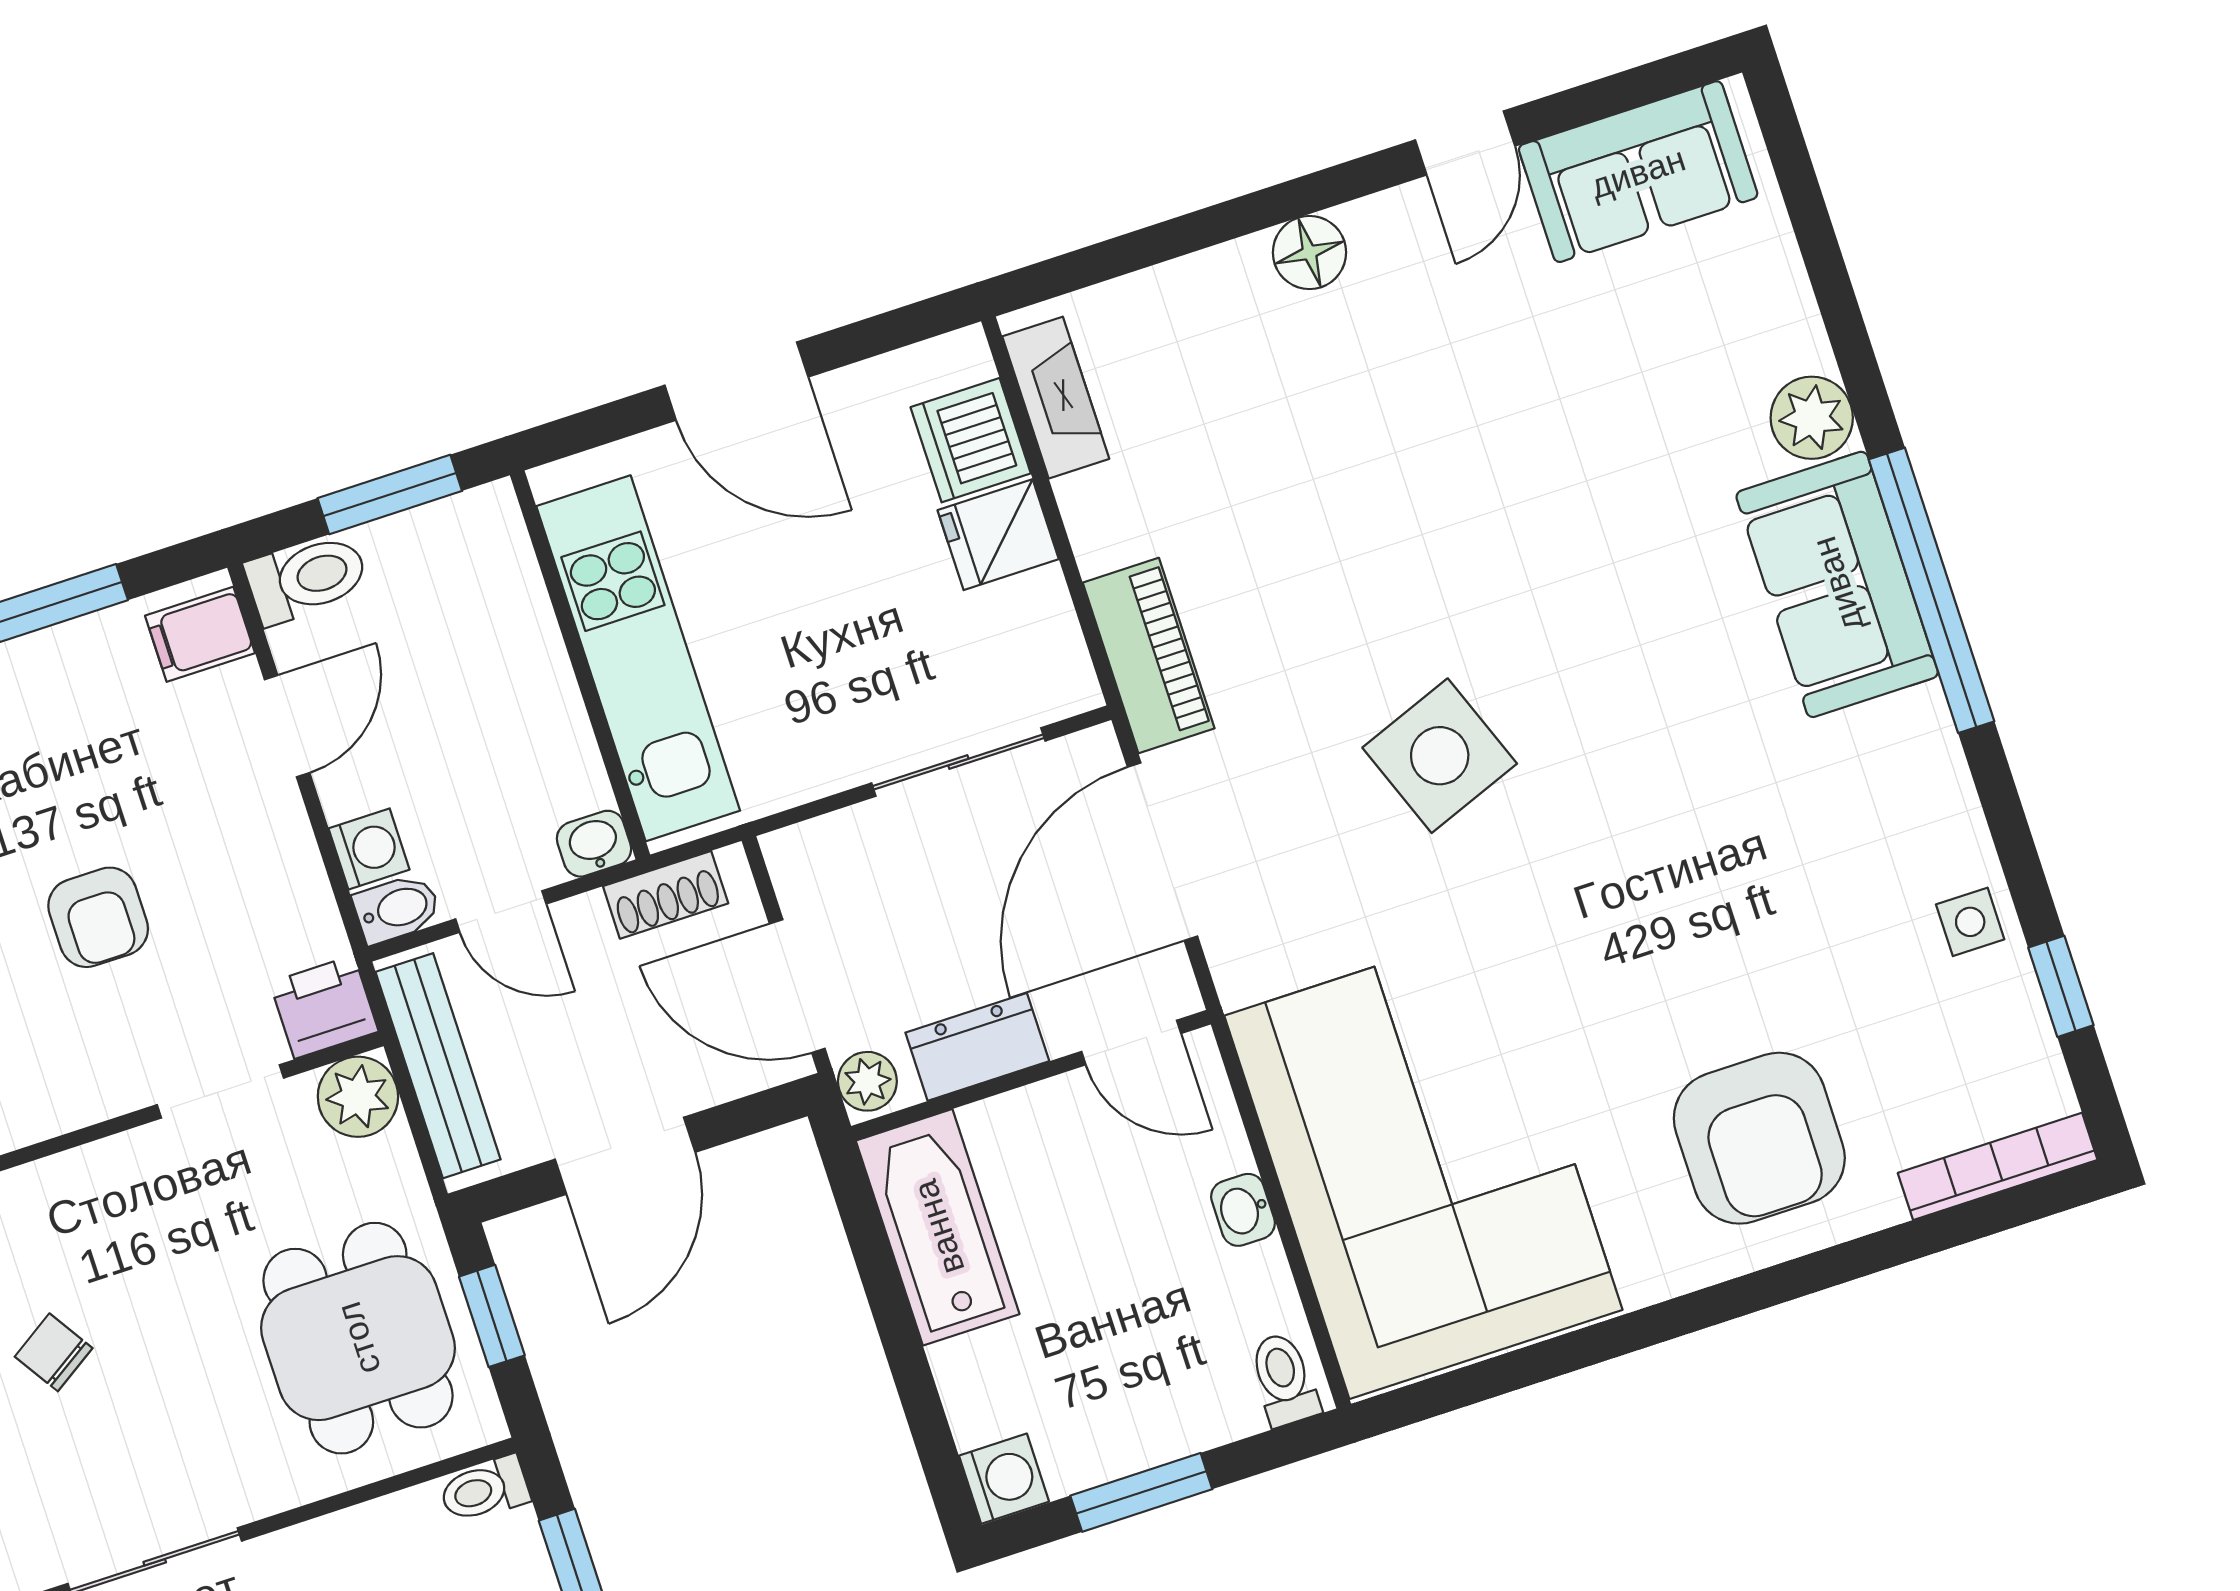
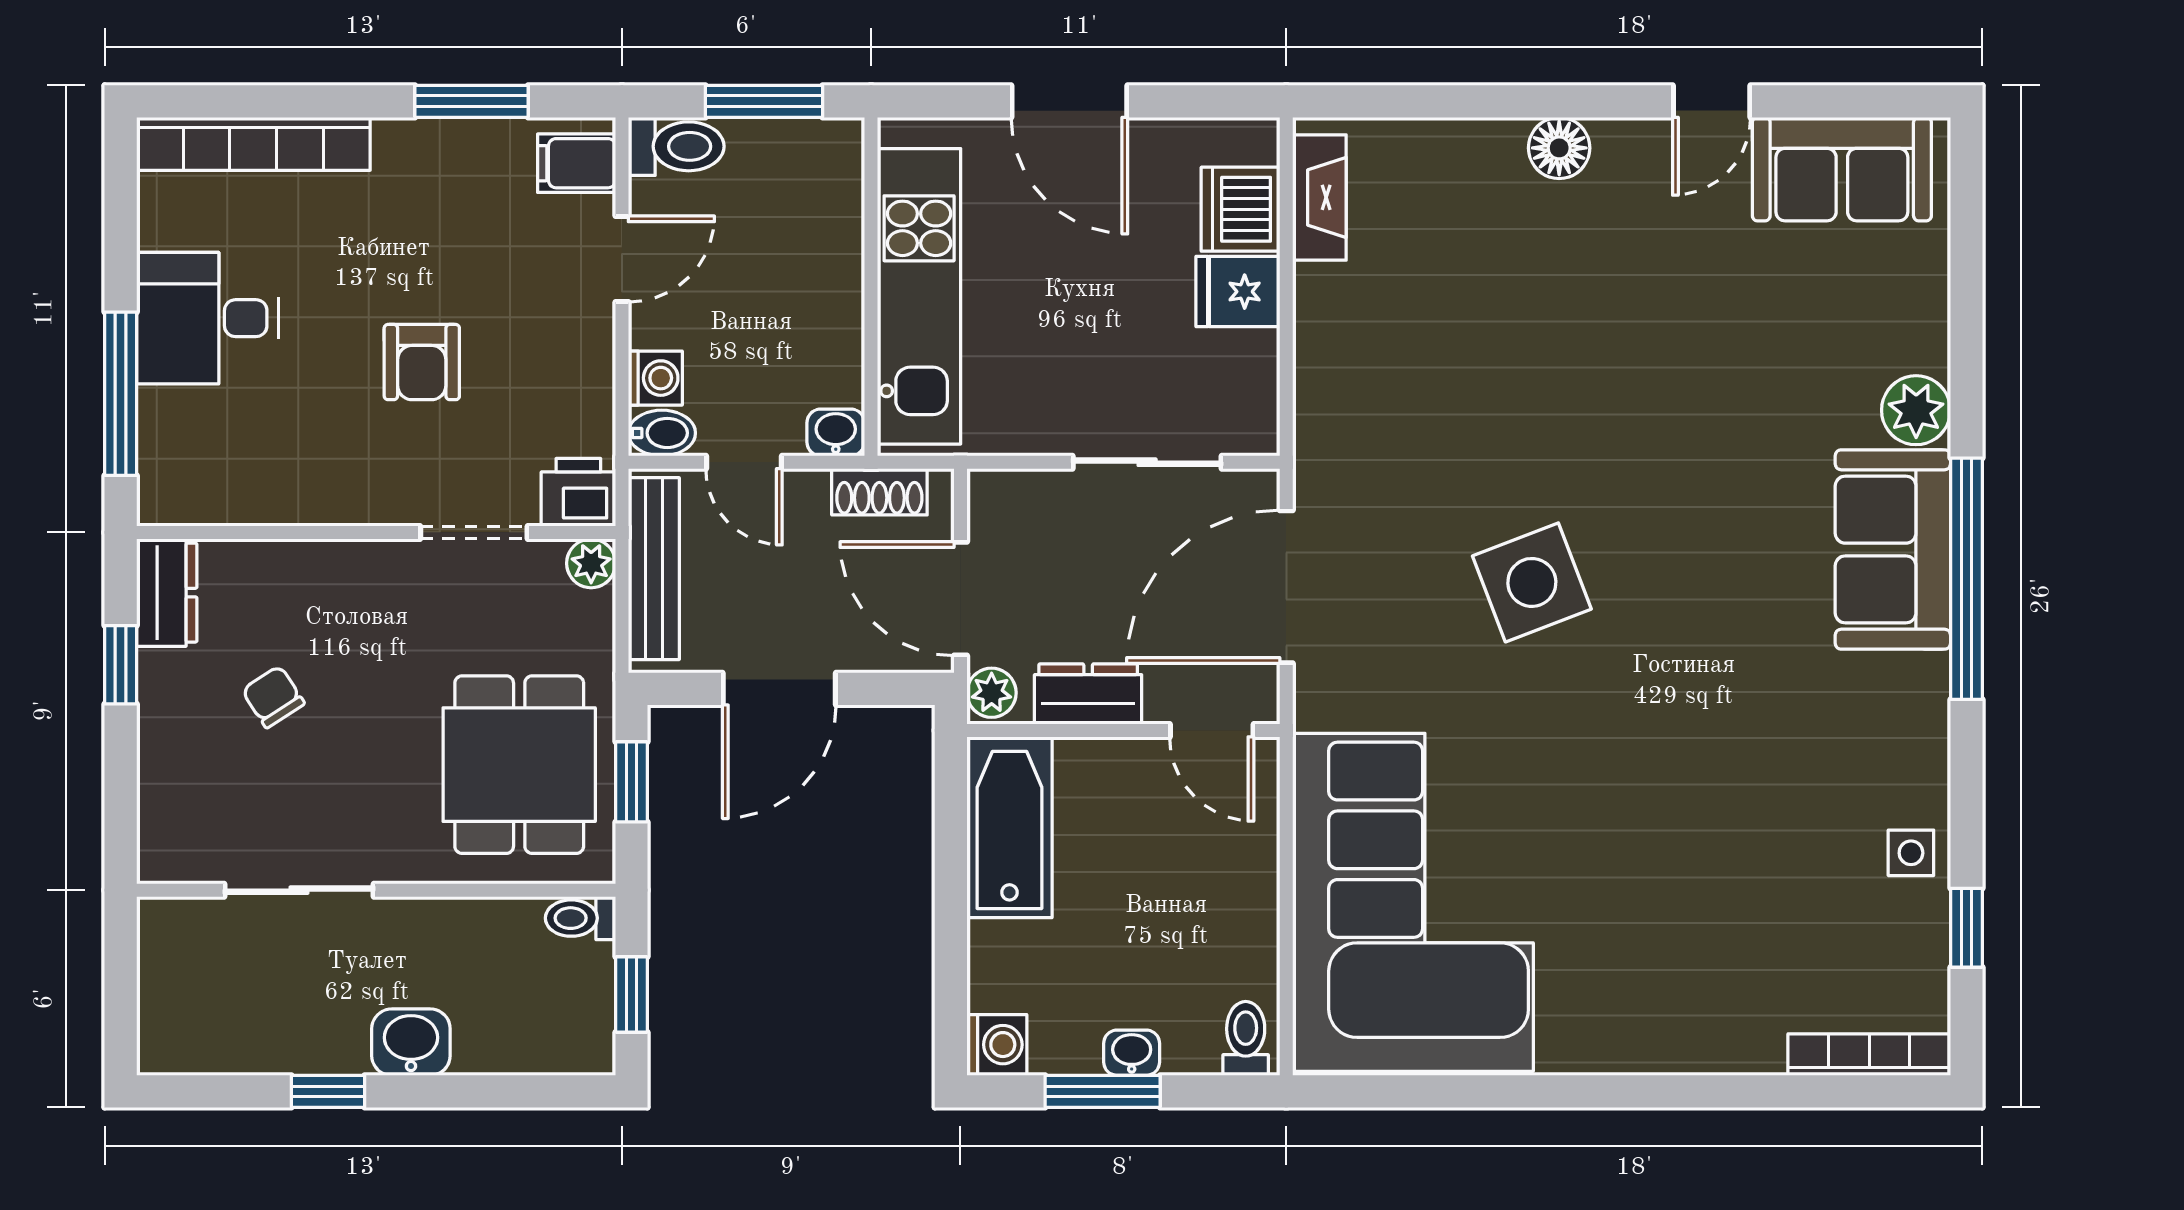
piano: (1149, 655) -> (1326, 427), removed
plant: (358, 1097) -> (591, 563), width x0.73, depth x0.73
armchair: (1759, 1138) -> (1687, 970), removed
washbasin: (1243, 1210) -> (1132, 1053), moved, turned 90

